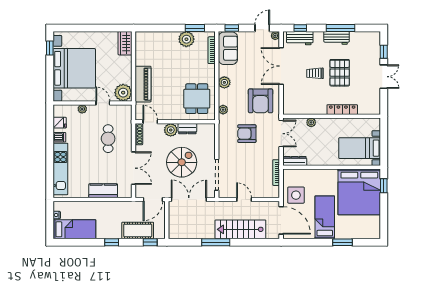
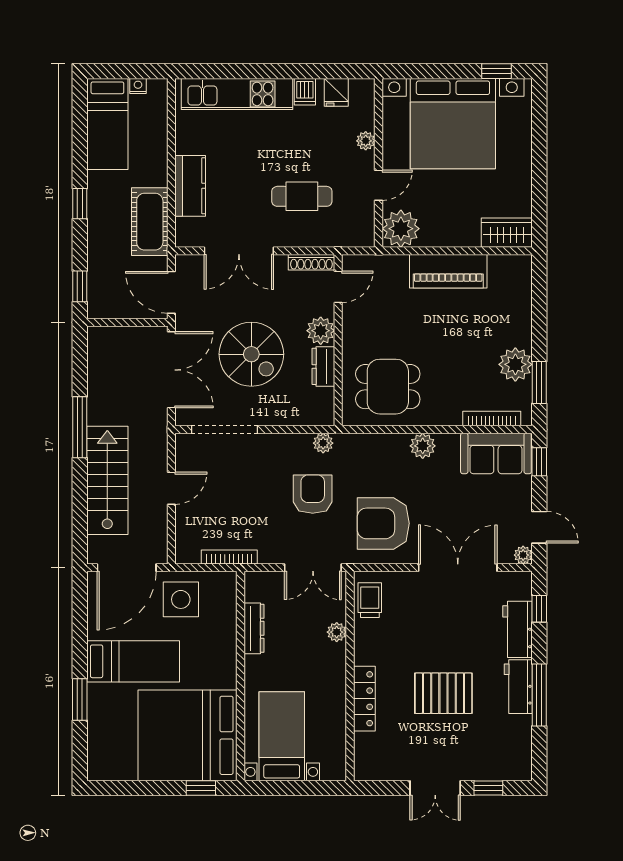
workbench: (300, 38) -> (518, 629), moved
trolley: (315, 73) -> (370, 600), moved
piano: (143, 84) -> (448, 271), moved
plant: (223, 110) -> (323, 443), moved
dresser: (295, 161) -> (254, 628), moved
cot: (138, 230) -> (150, 222), moved

